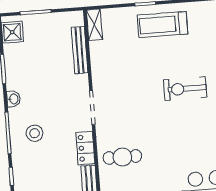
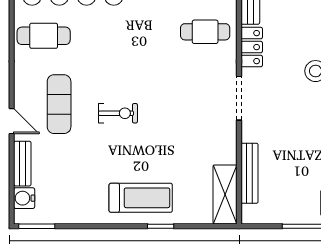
shelving: (94, 25) -> (225, 194), width x1.50, depth x1.33
exercise bike: (185, 89) -> (118, 113), width x0.73, depth x0.72

